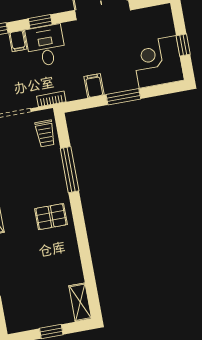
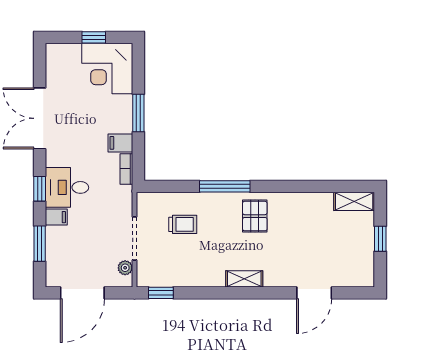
bookcase: (51, 99) -> (126, 169), moved
trolley: (45, 134) -> (183, 224), moved
window: (70, 170) -> (225, 186), moved

